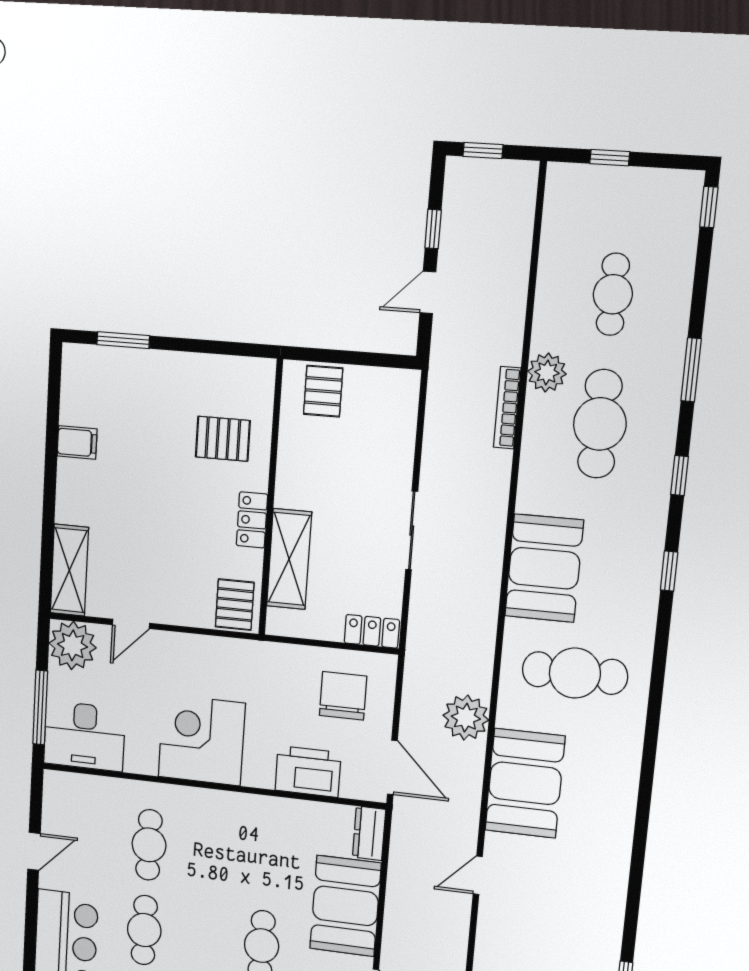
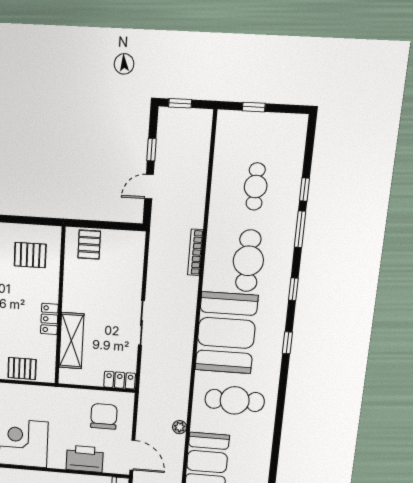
window: (709, 207) -> (304, 189), moved
plant: (547, 373) -> (218, 232), removed
pallet: (223, 439) -> (30, 255), moved
booth: (544, 568) -> (226, 333), width x1.36, depth x1.42
pallet: (235, 605) -> (22, 368), moved, turned 90
plant: (466, 718) -> (180, 427), width x0.53, depth x0.53

